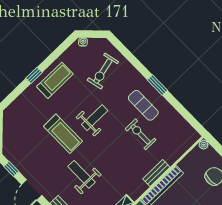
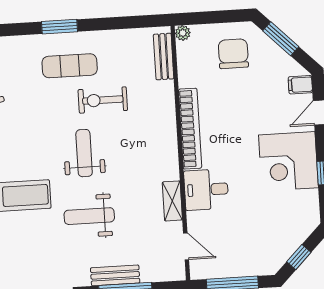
weight bench: (95, 118) -> (84, 153), moved
bench: (156, 173) -> (164, 57), moved

